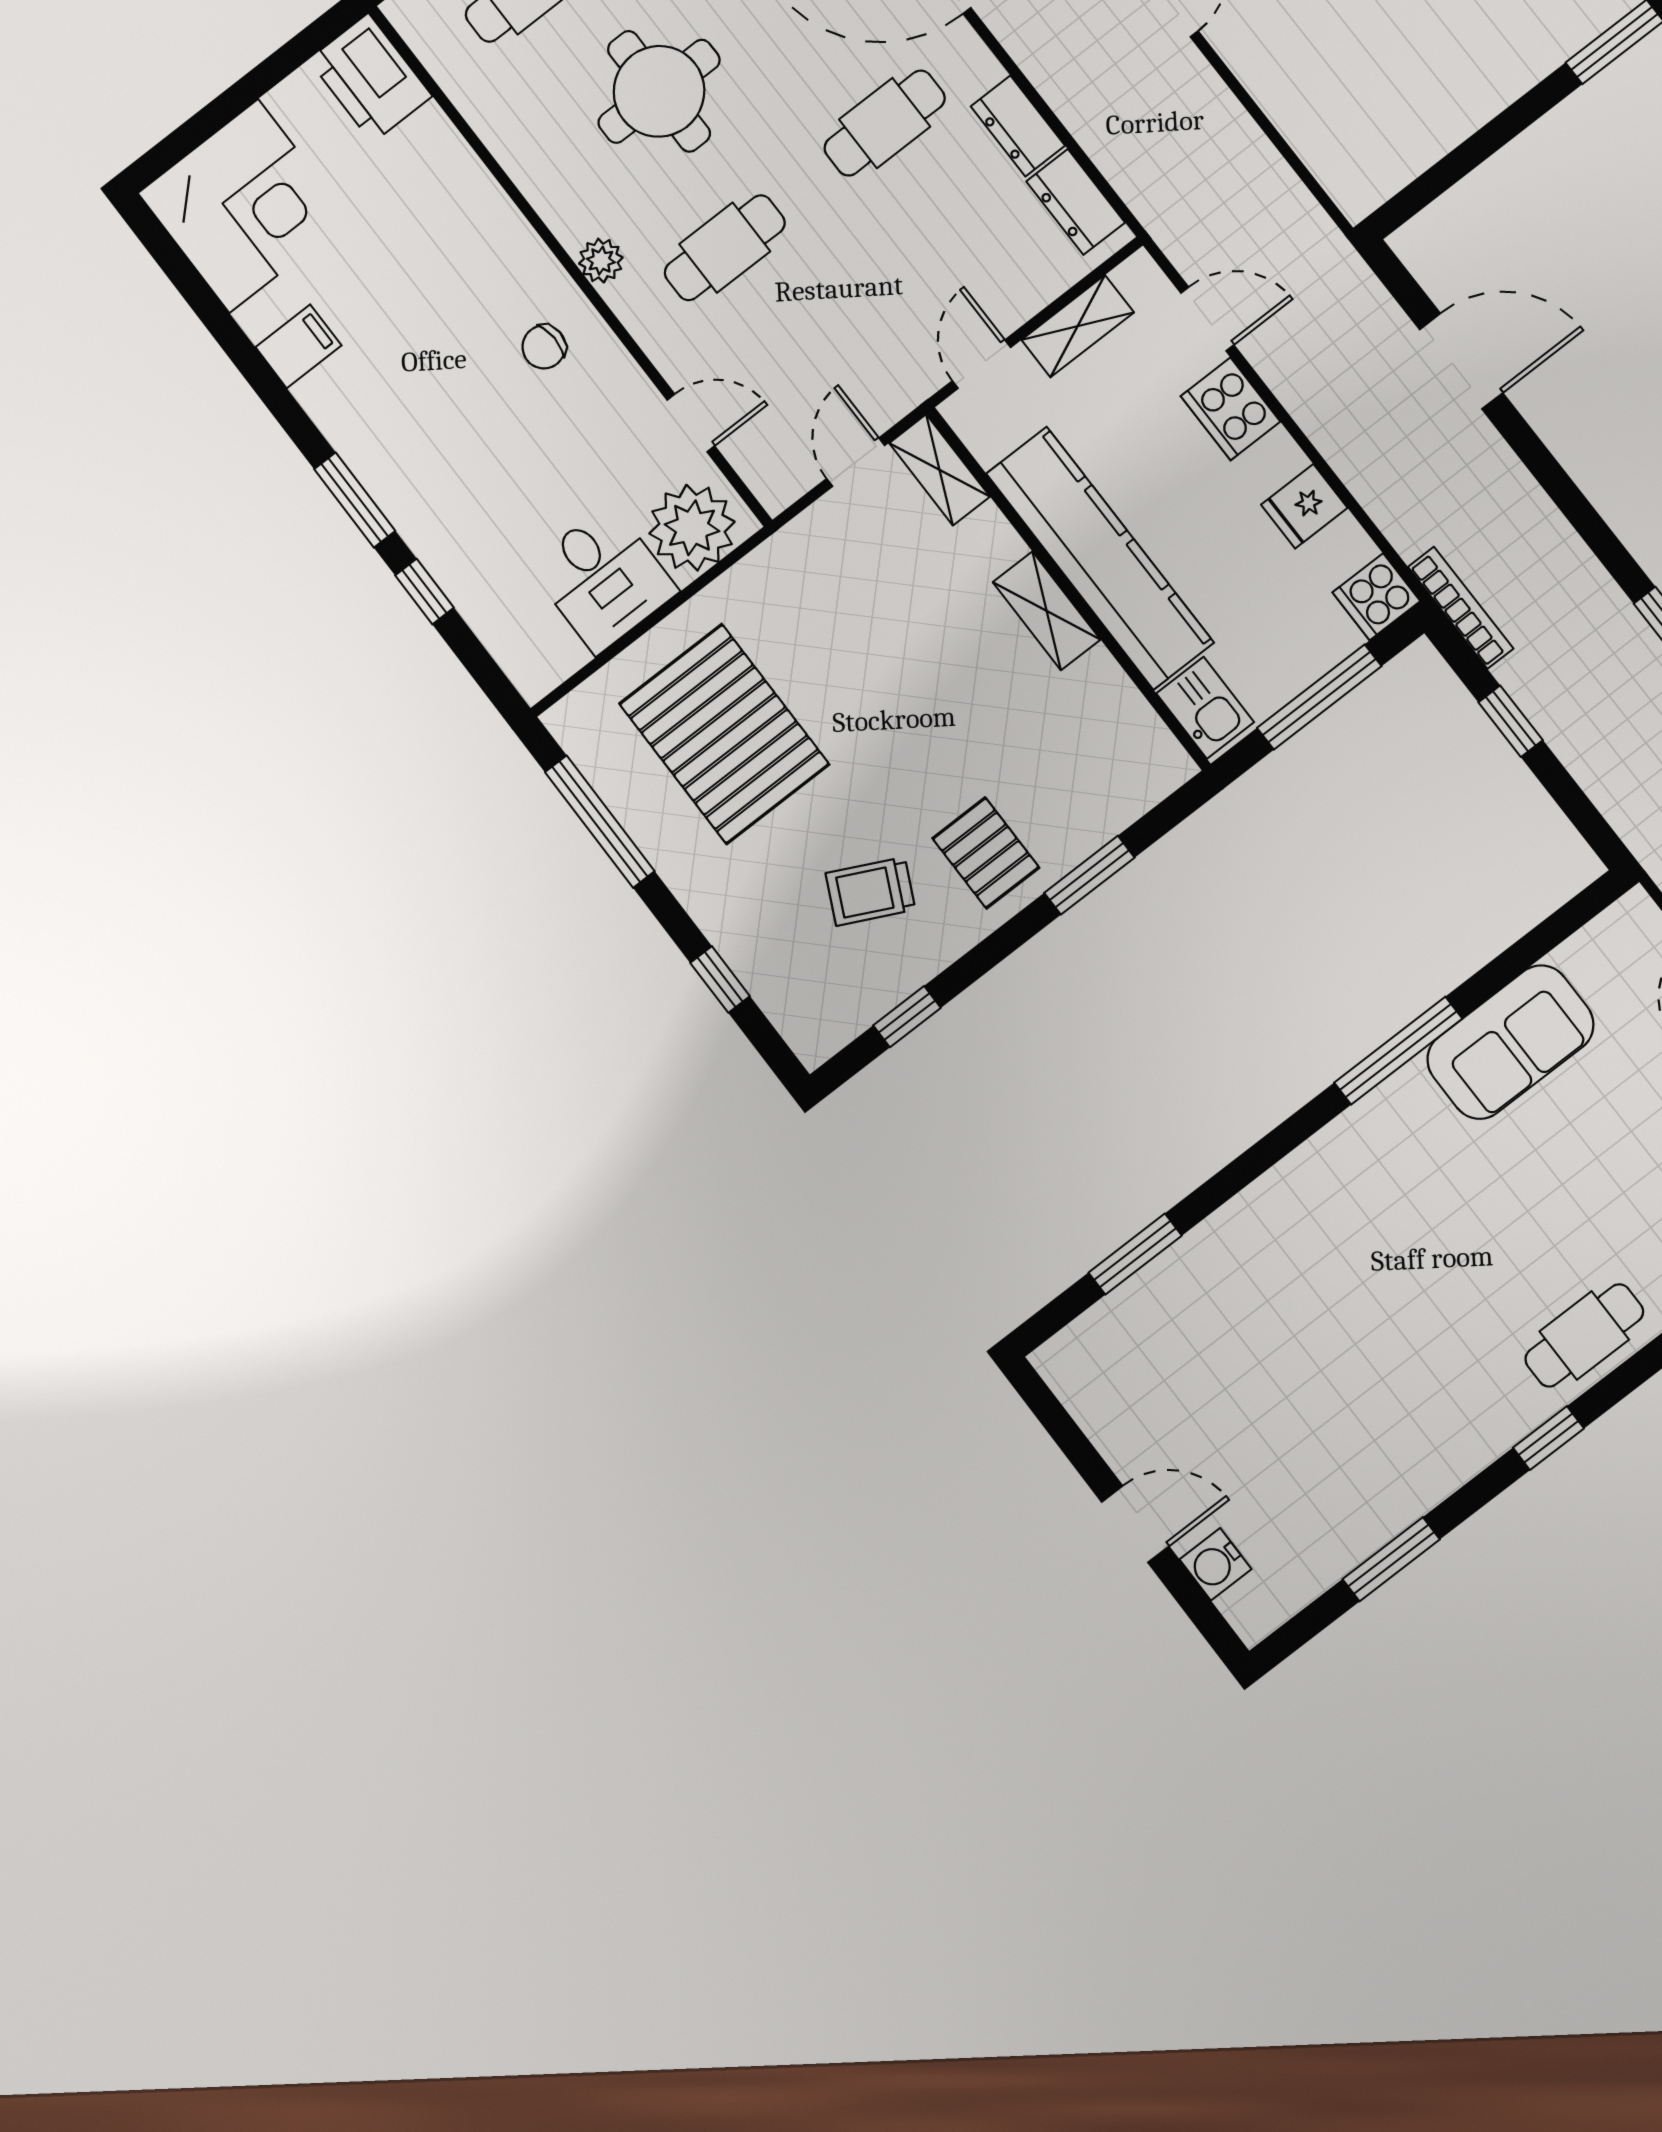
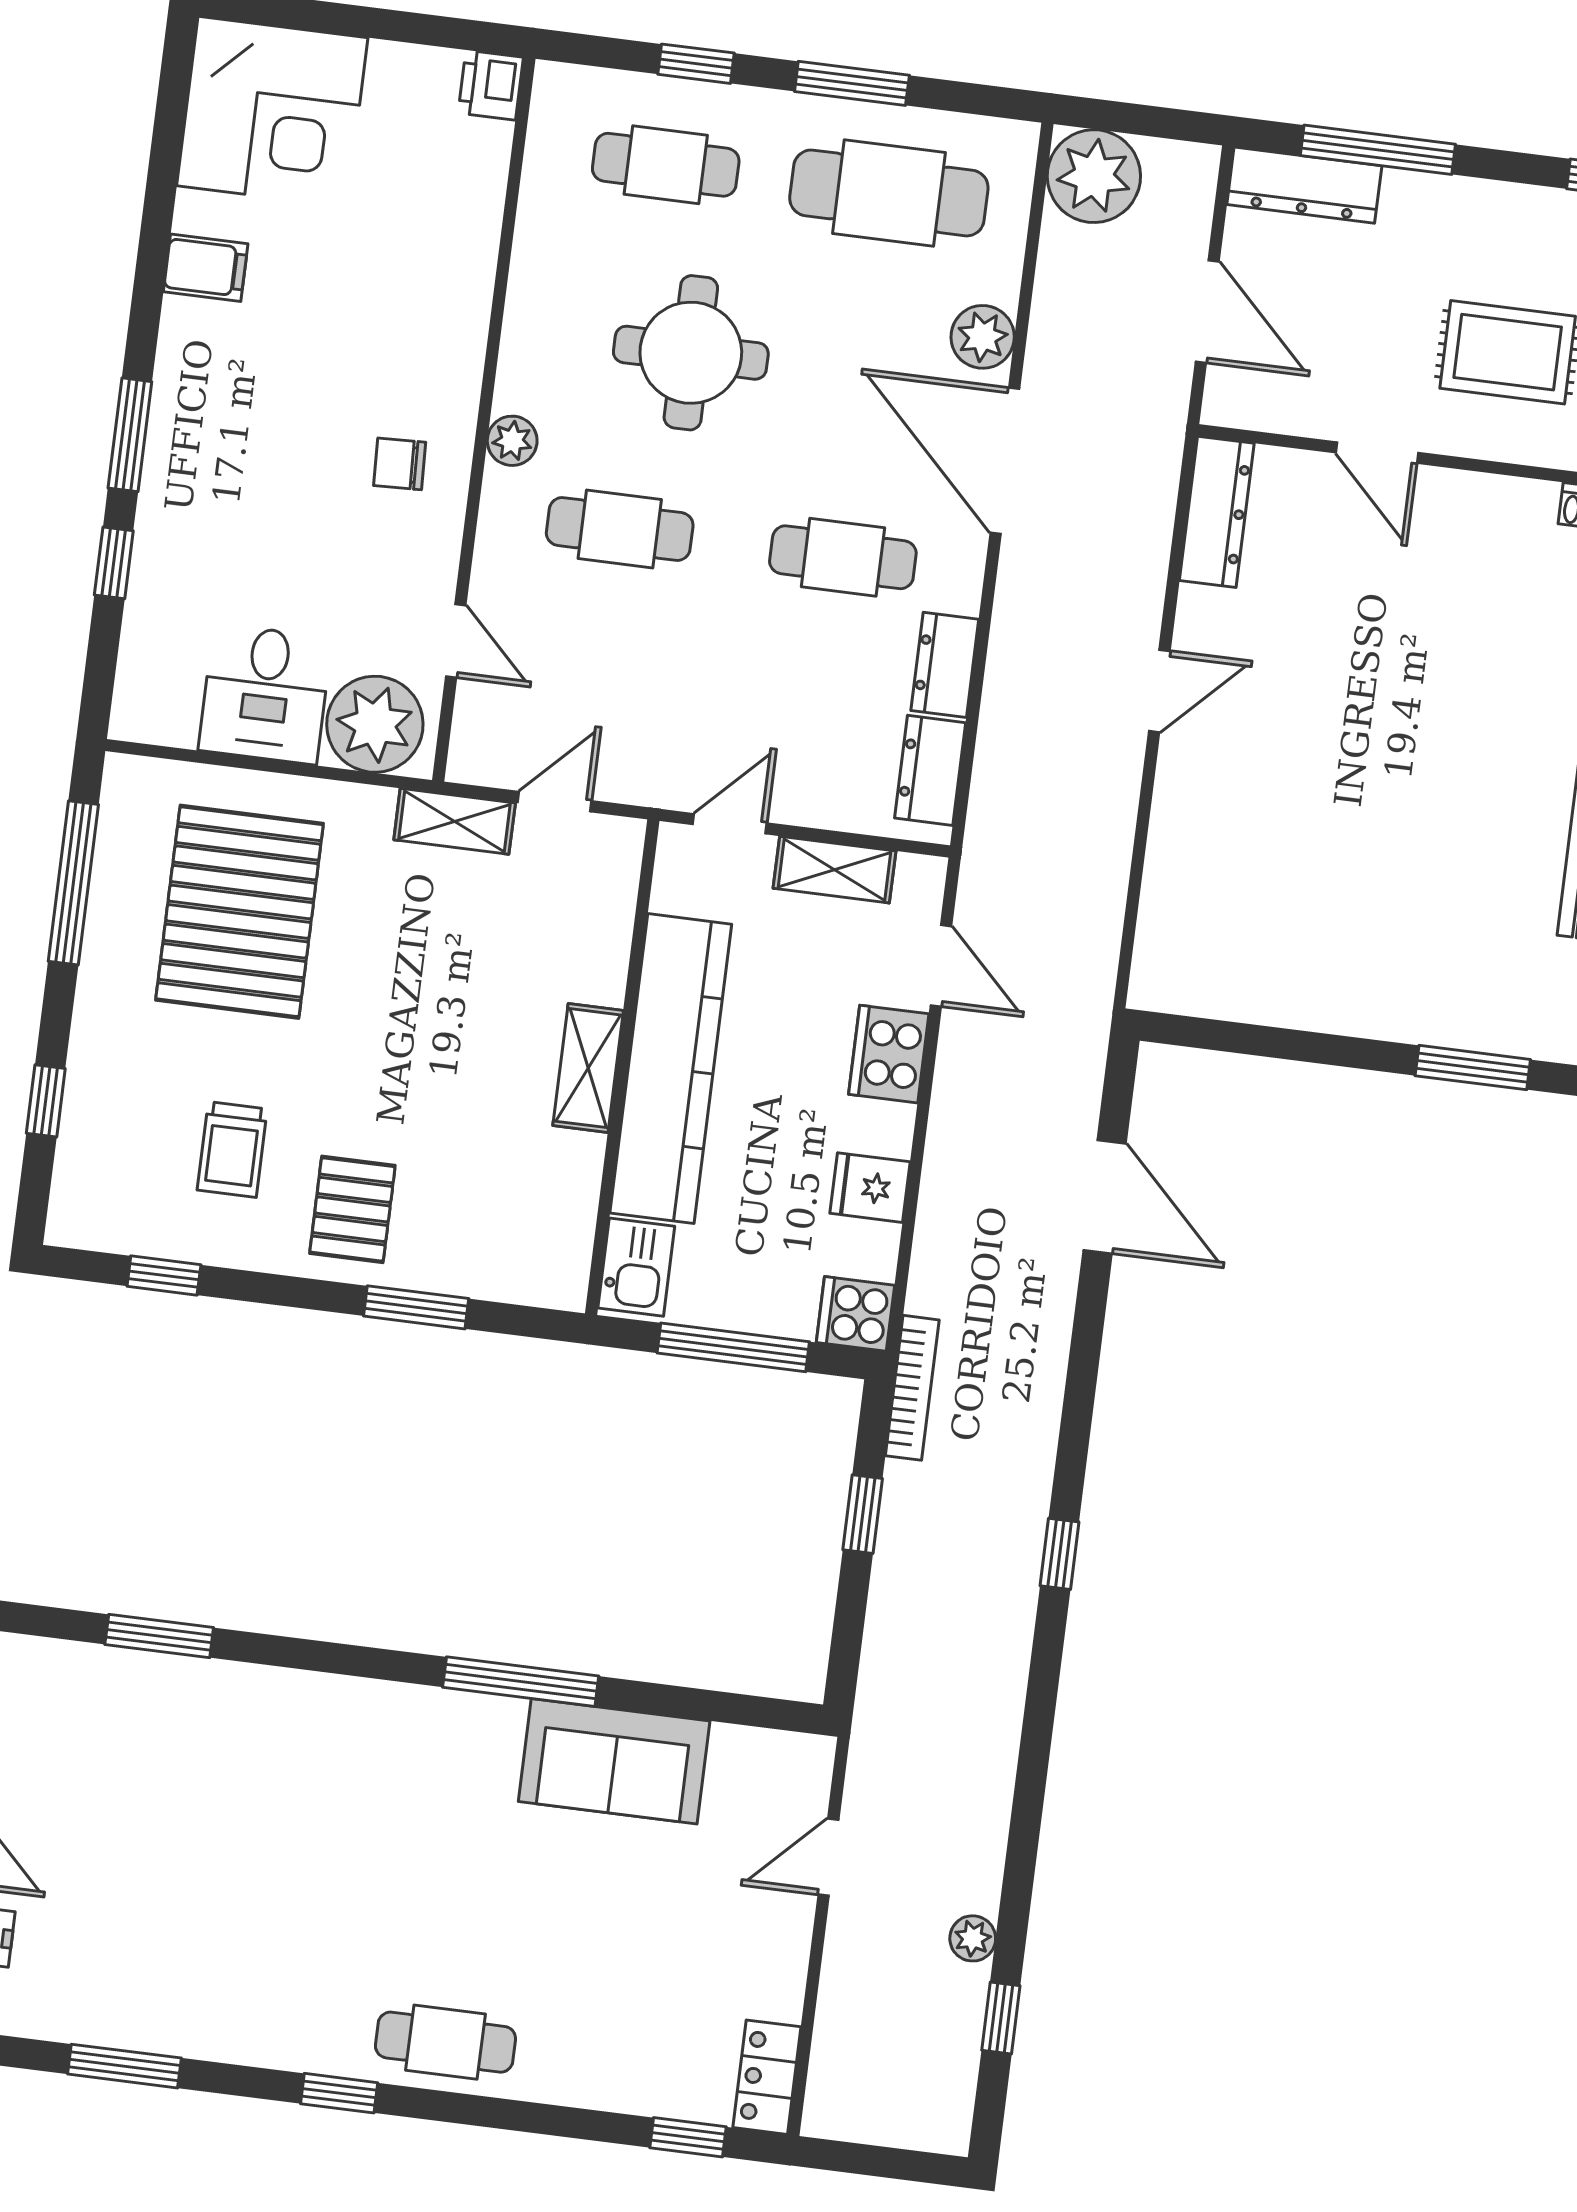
printer: (370, 78) -> (491, 85), width x0.53, depth x0.68
shelving: (939, 470) -> (455, 821), moved, turned 90
trolley: (870, 891) -> (232, 1149), turned -116

